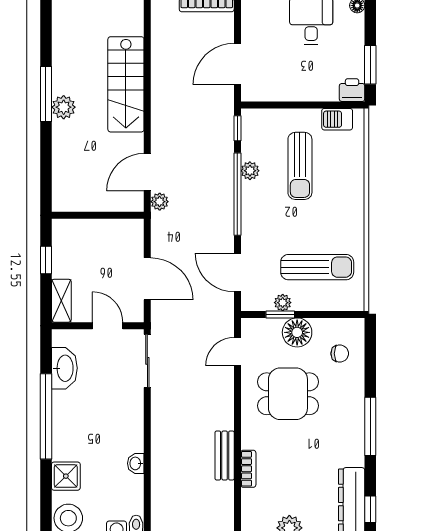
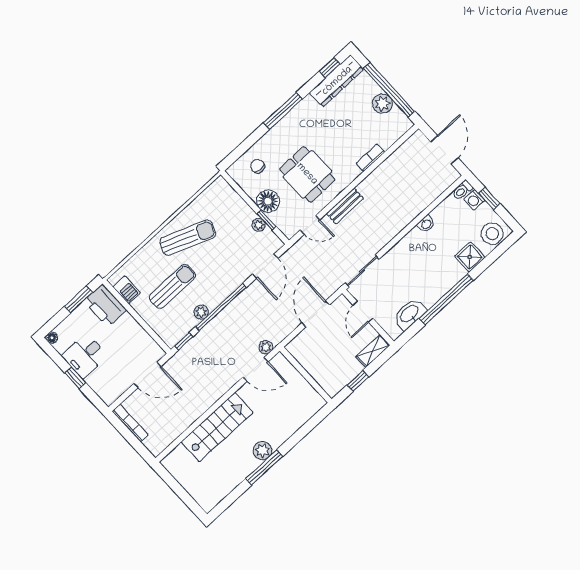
printer: (352, 90) -> (105, 306), width x1.87, depth x1.48
sun lounger: (317, 267) -> (188, 238), moved, turned 111
bench: (225, 456) -> (345, 206), moved

